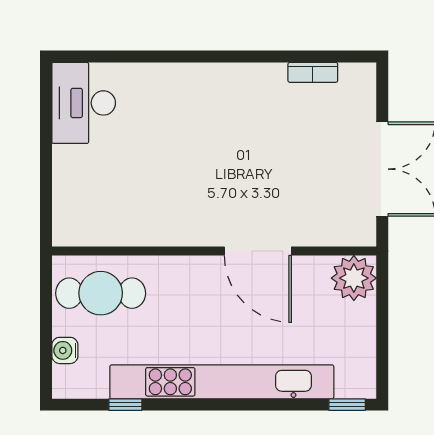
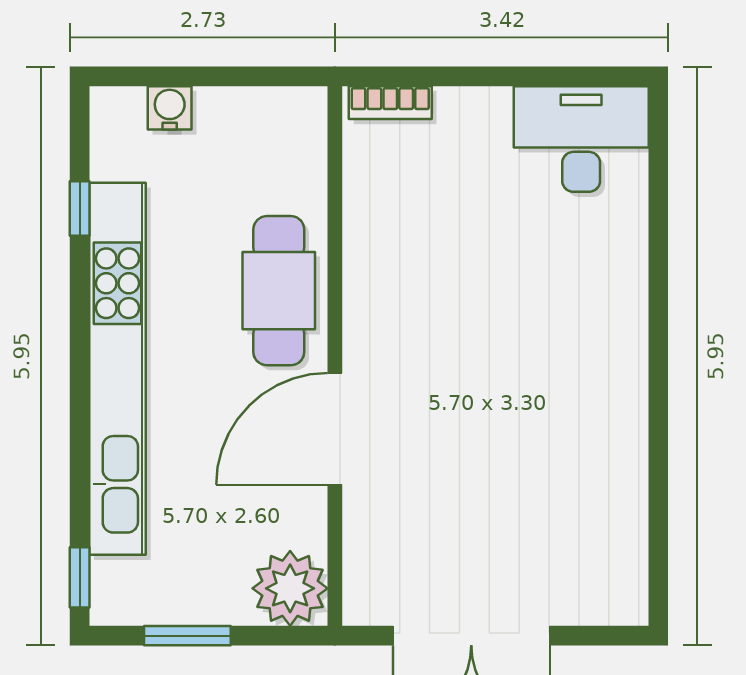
bookcase: (313, 72) -> (390, 103), moved, turned -90
cafe table: (101, 293) -> (279, 291), moved
window: (382, 340) -> (187, 636), added

